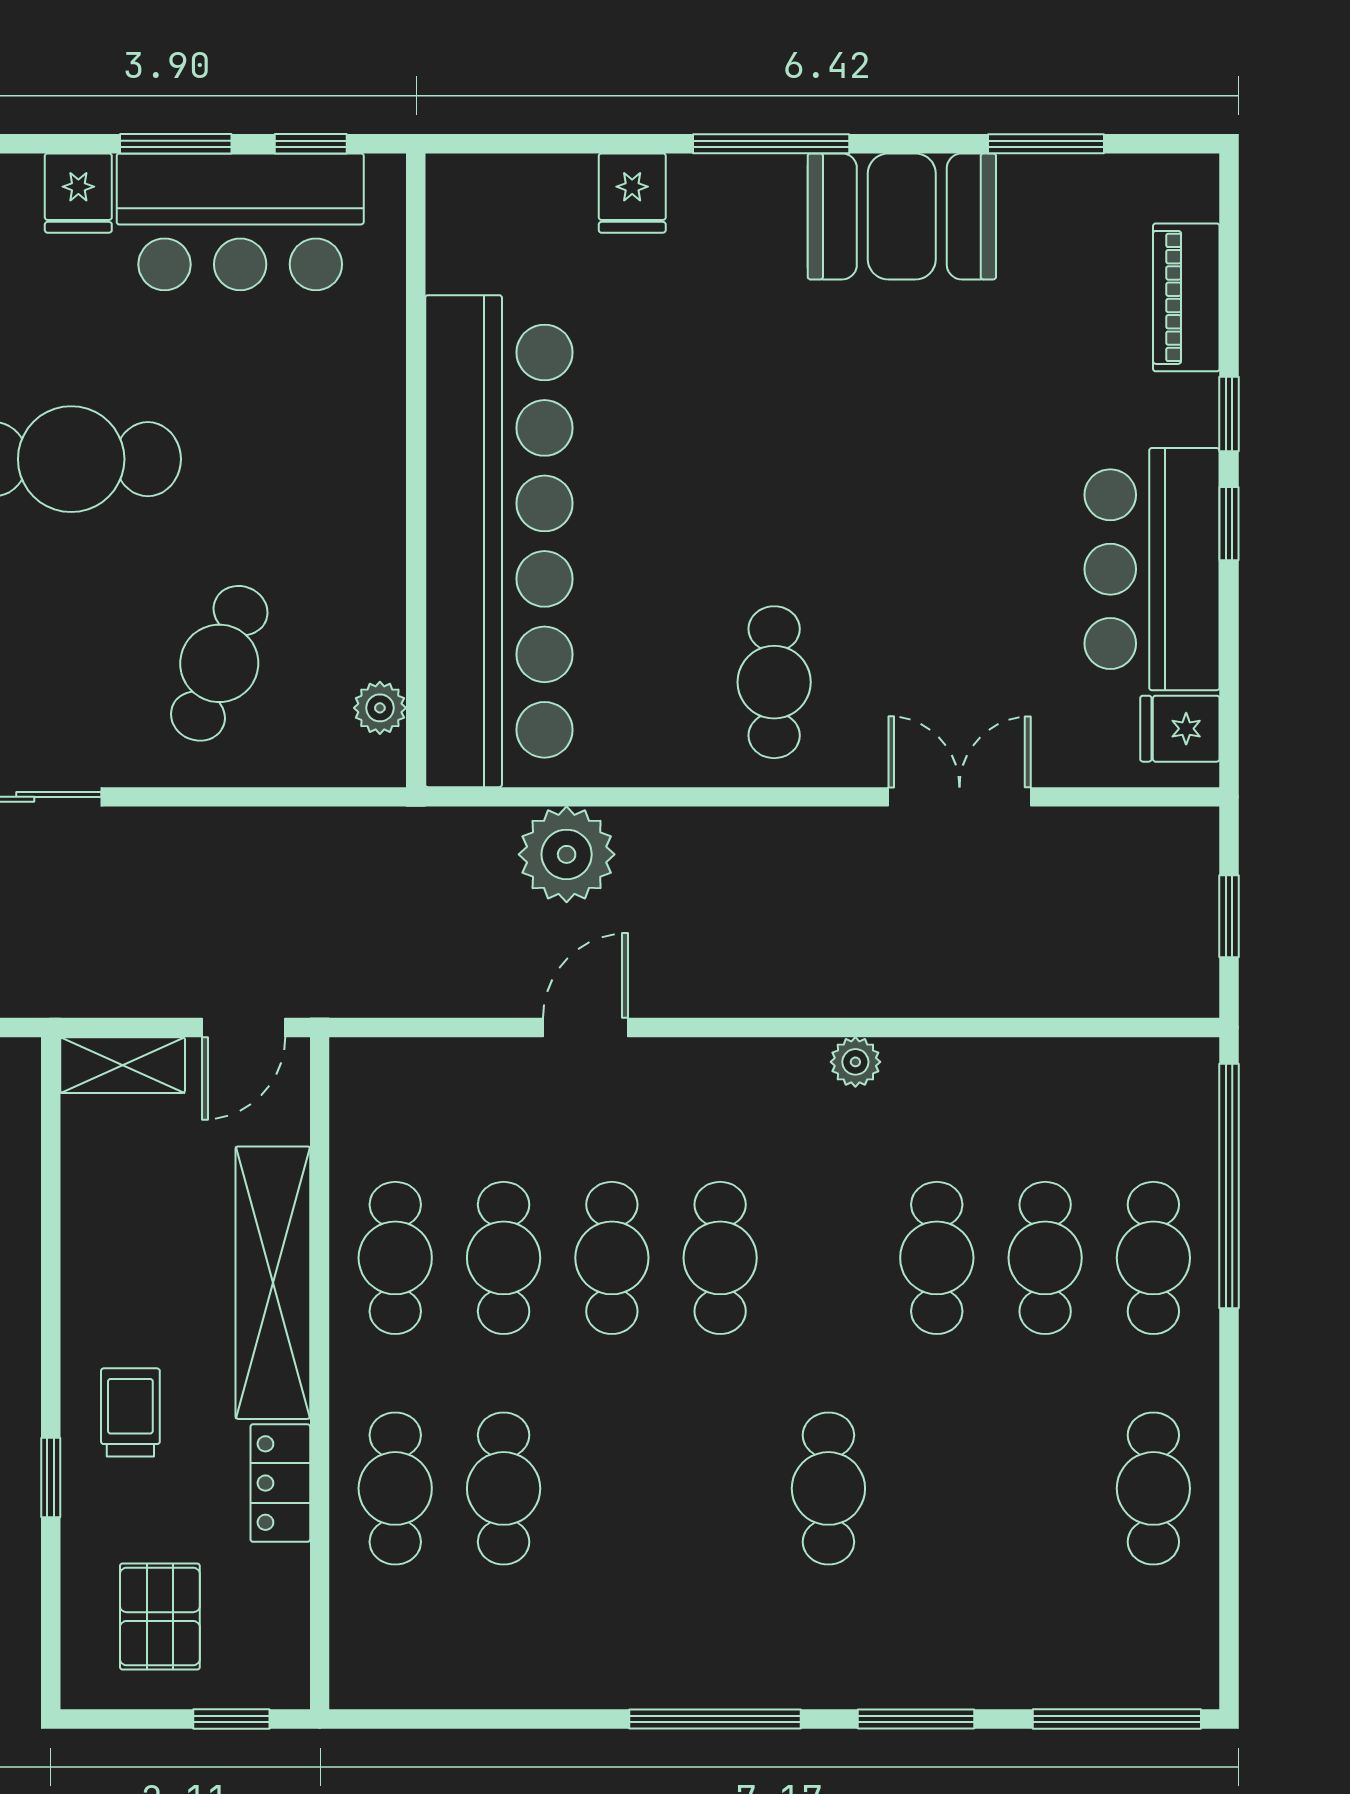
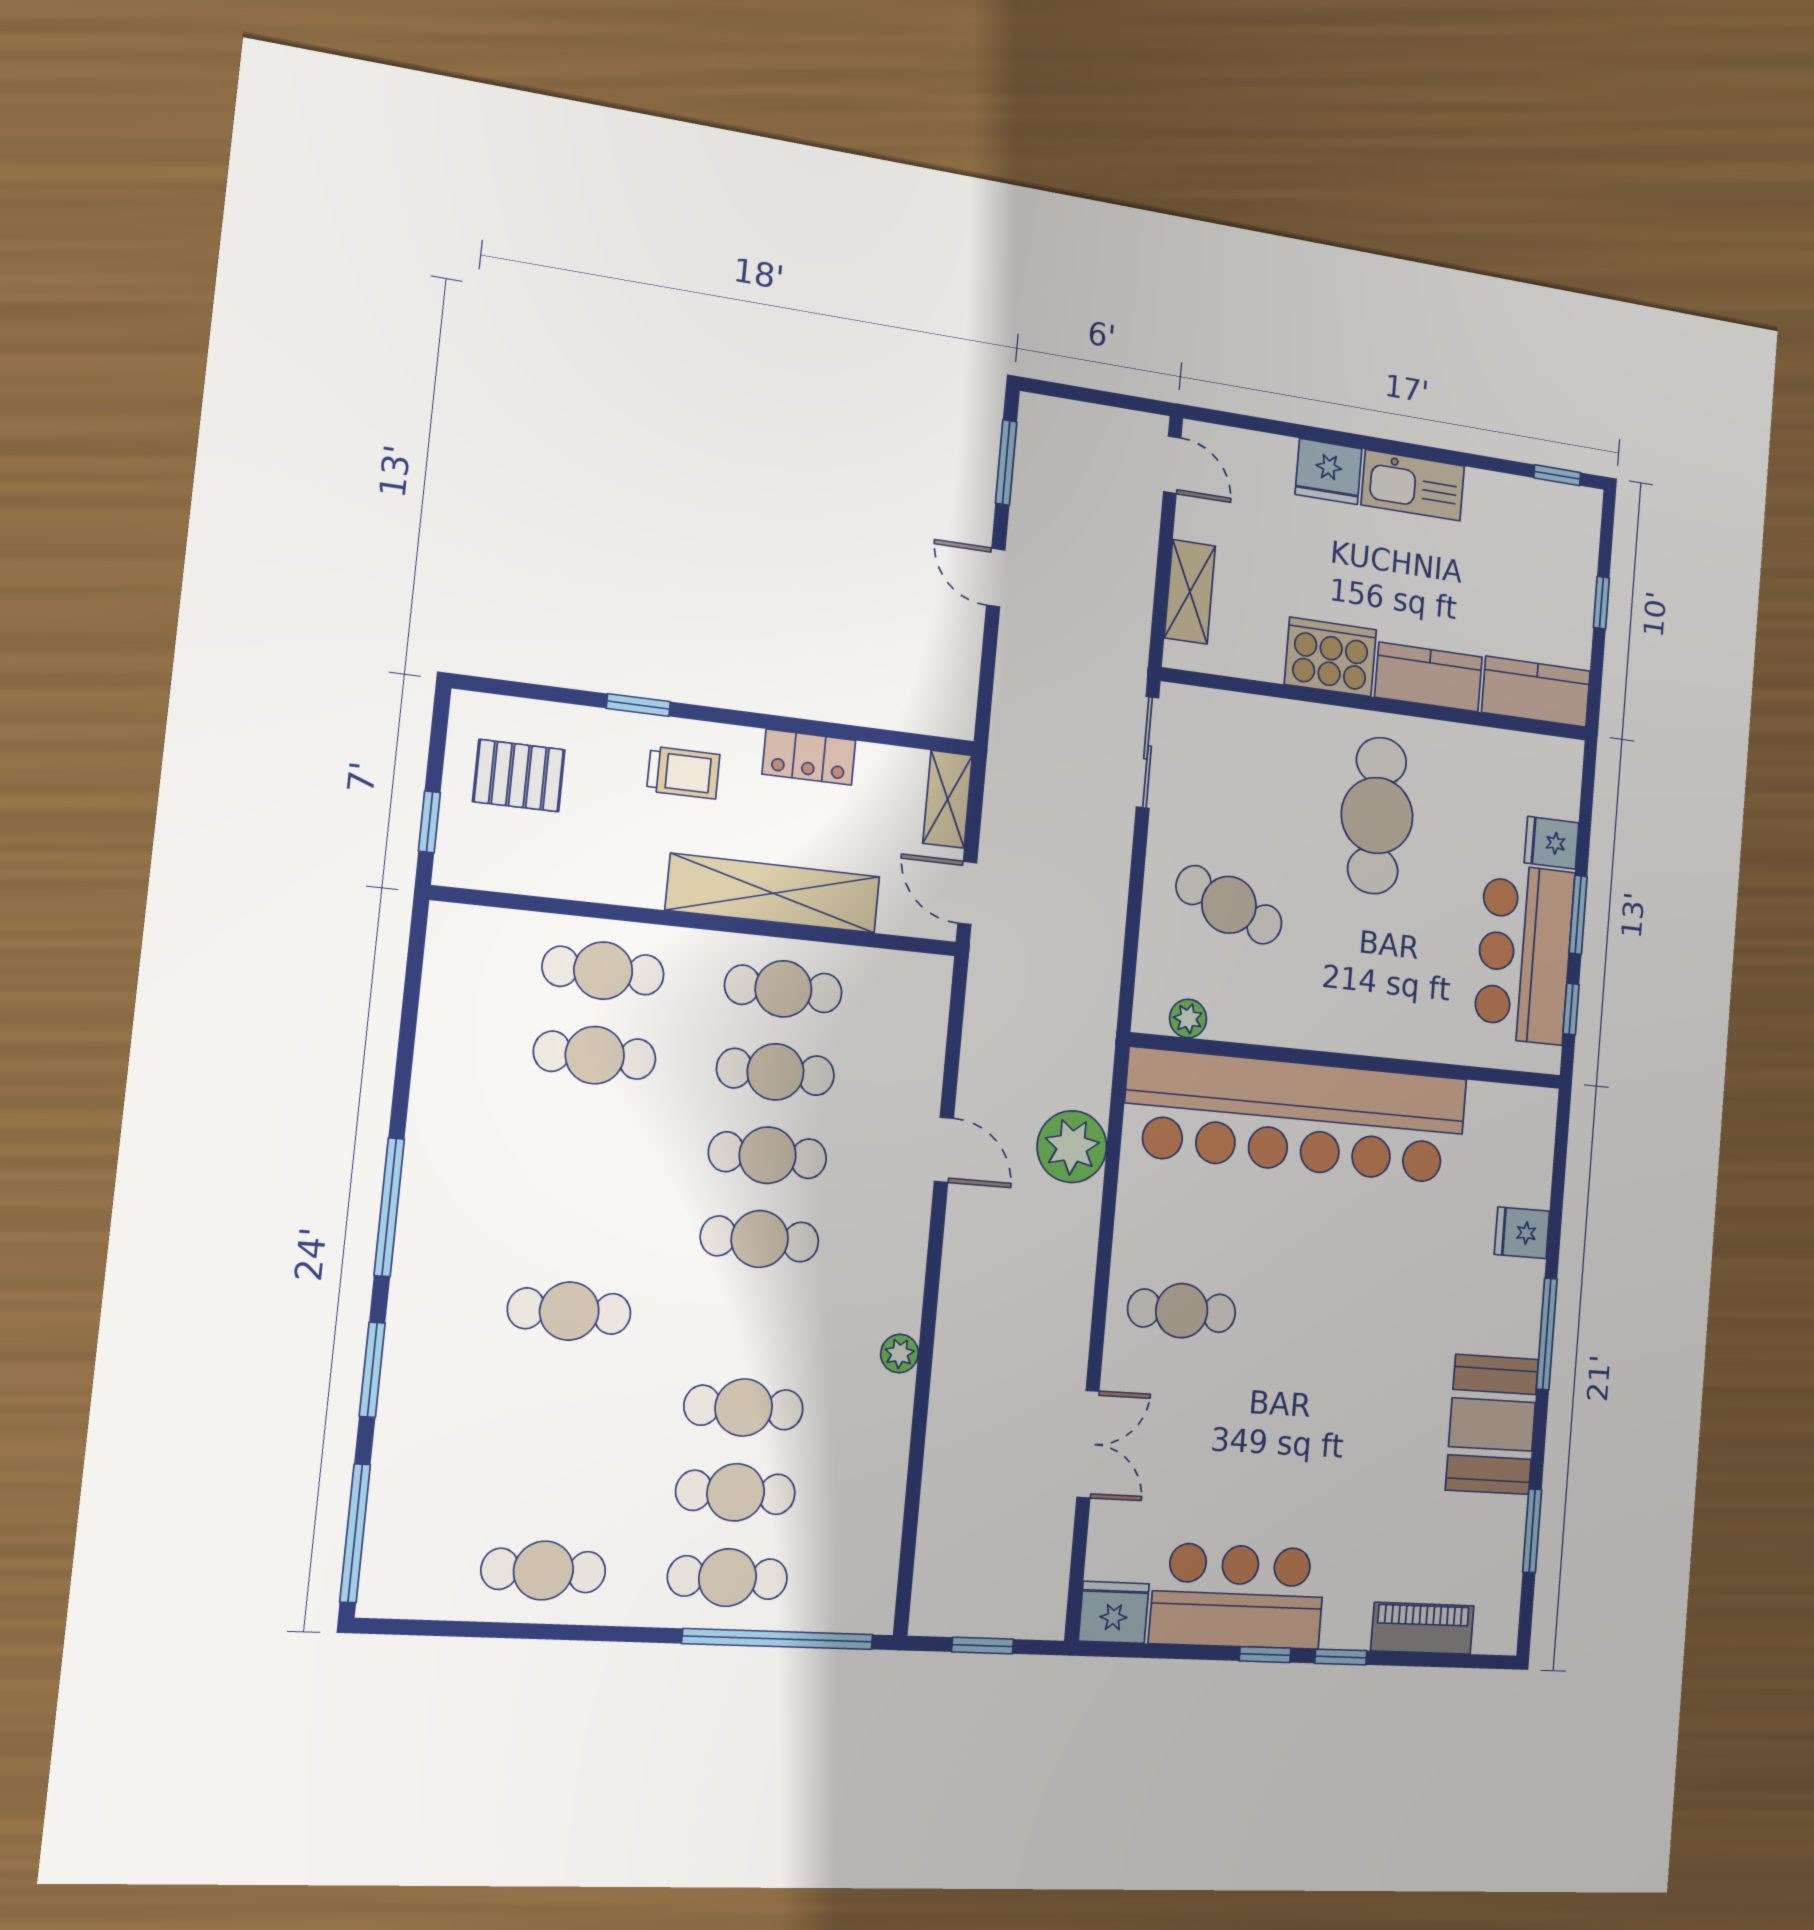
fridge: (1180, 729) -> (1114, 1612), width x1.38
locker: (280, 1483) -> (809, 757), moved, turned 180

